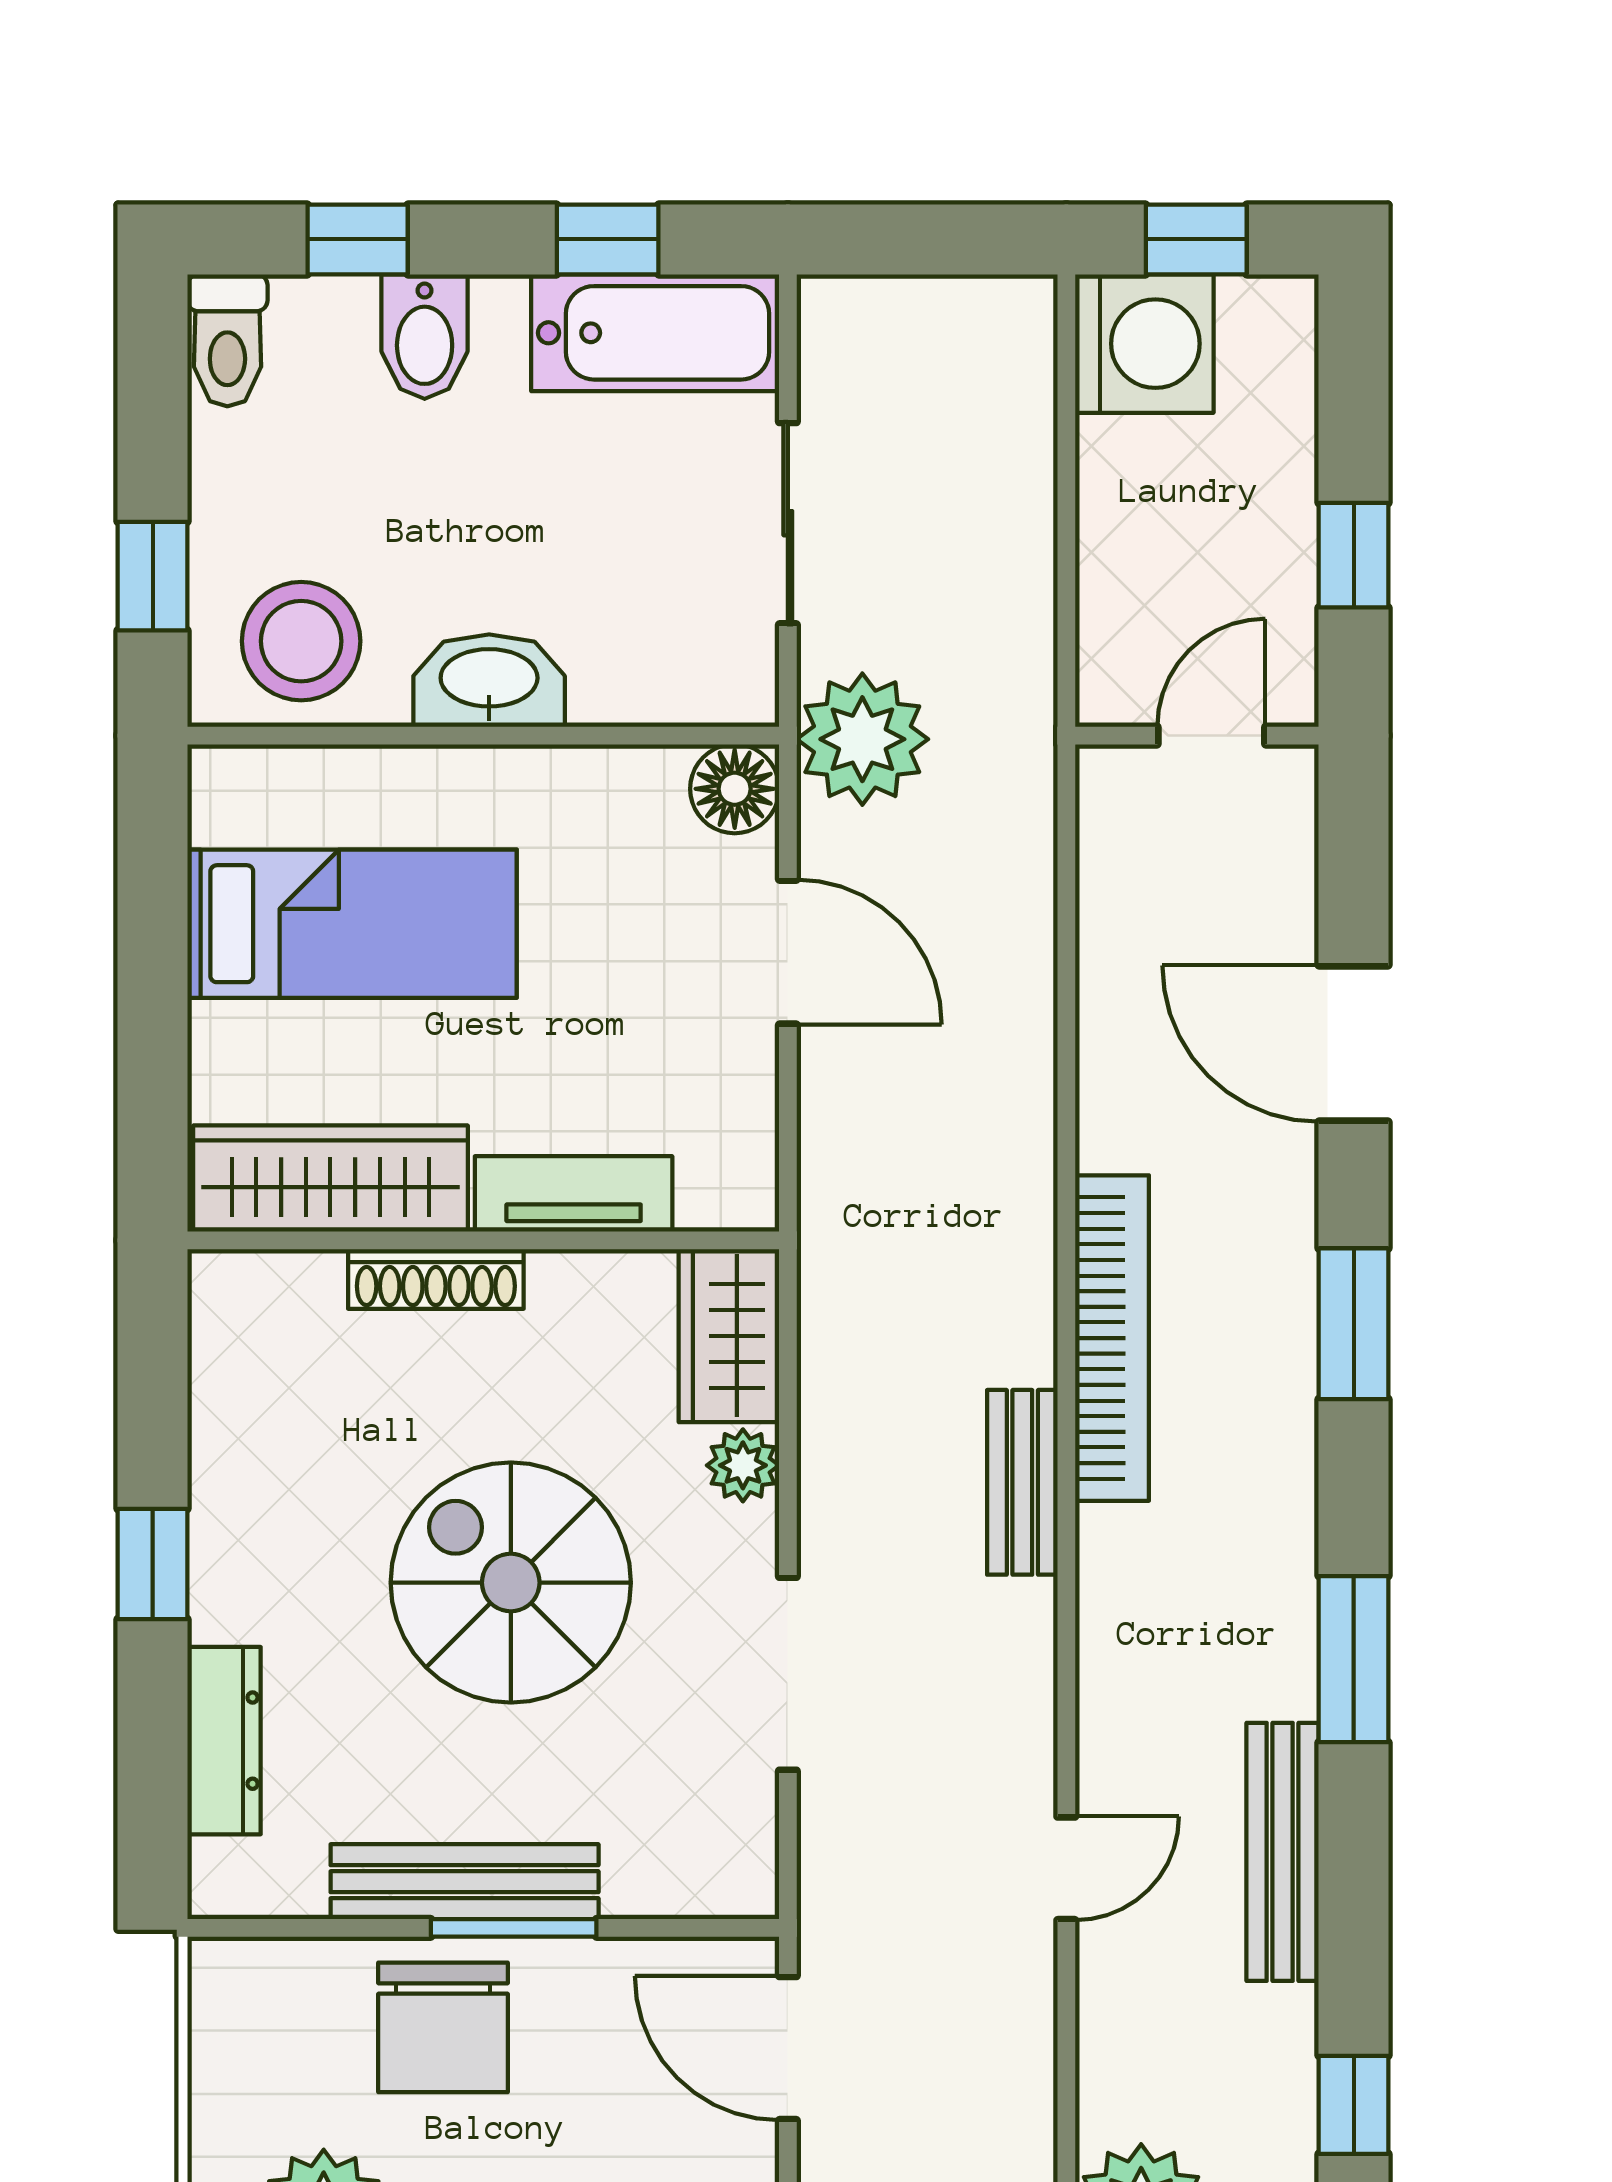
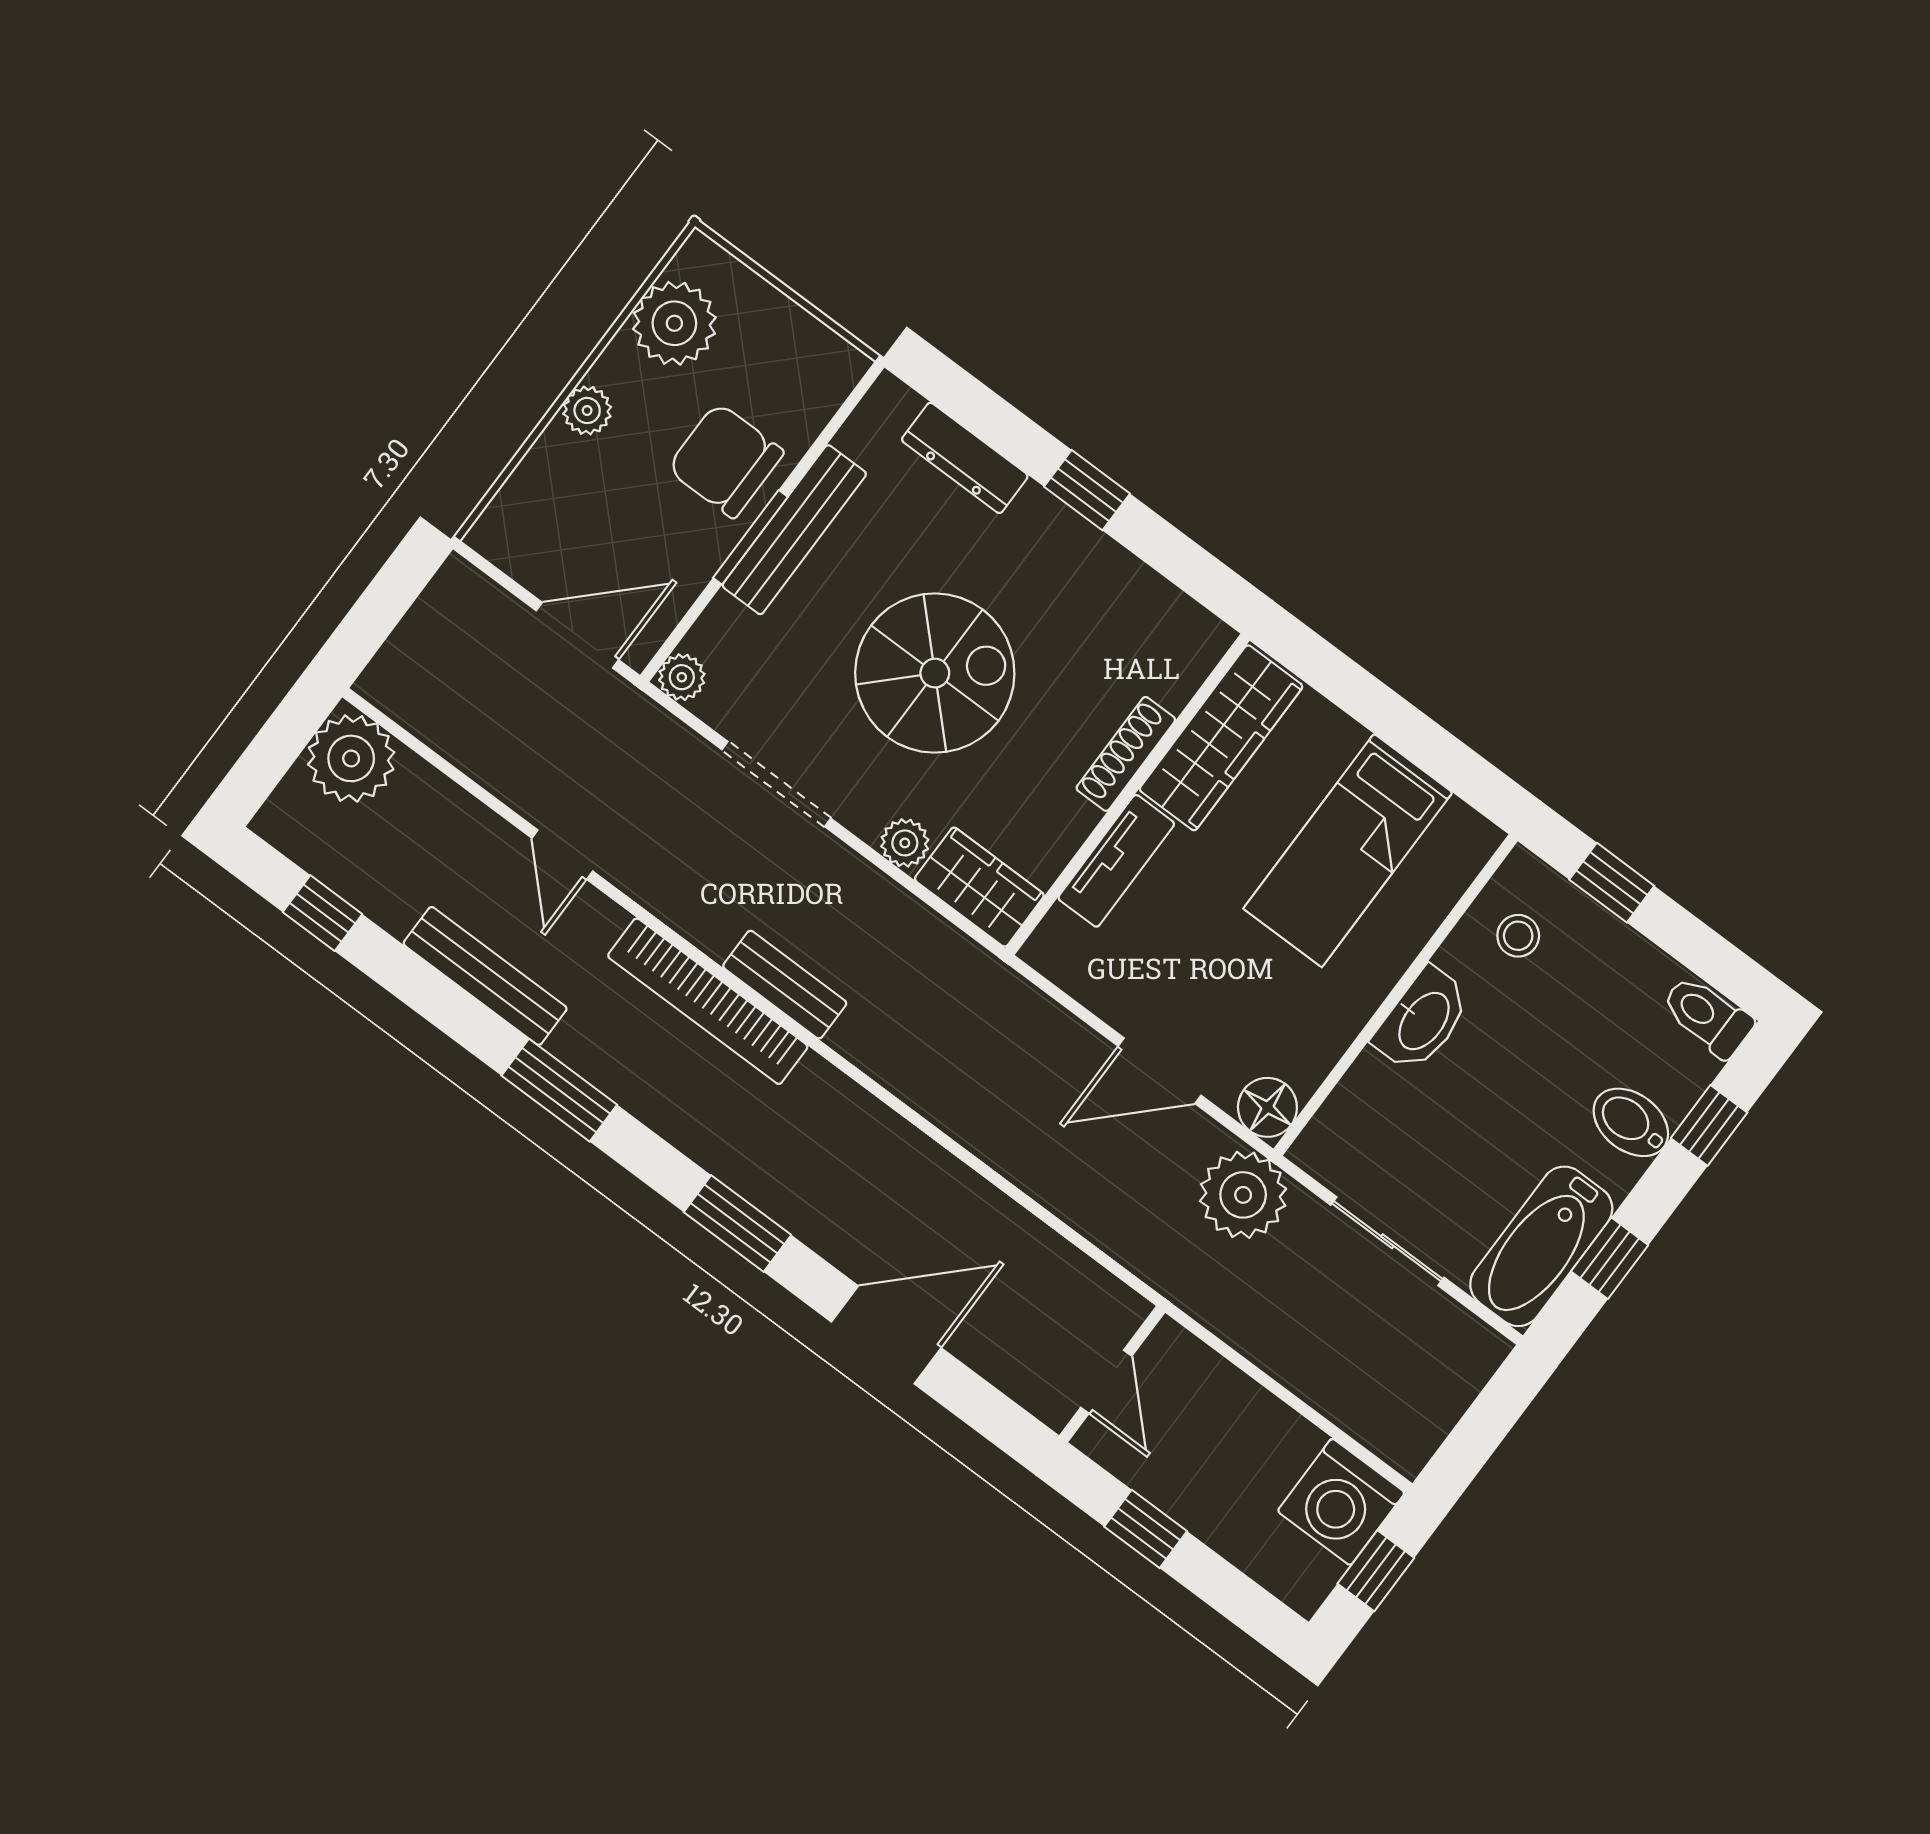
stool: (301, 641) -> (1518, 936), width x0.53, depth x0.53
bookcase: (1112, 1338) -> (708, 1001), moved
plant: (744, 1884) -> (682, 677), added

